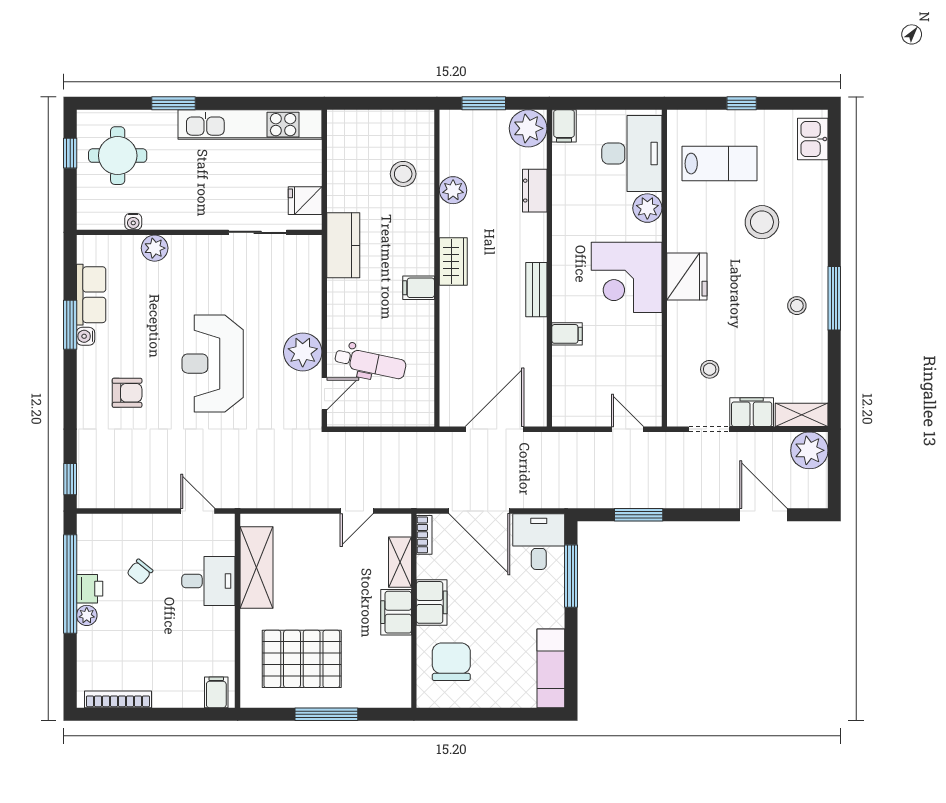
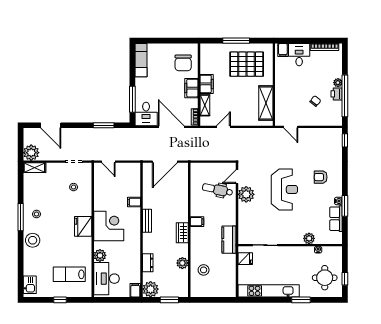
stool: (762, 222) -> (33, 240), moved
filing cabinet: (752, 412) -> (56, 169), removed
desk: (208, 581) -> (299, 55), moved, turned 90

